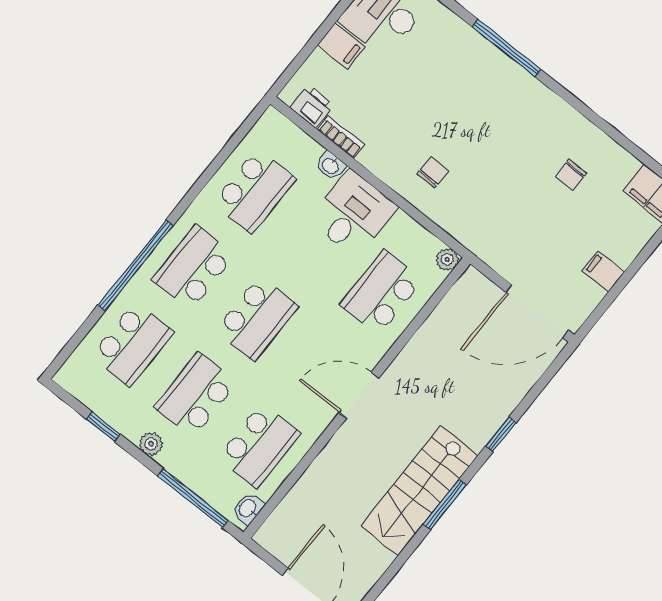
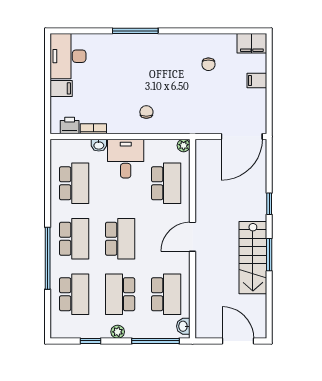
school desk: (193, 268) -> (74, 239), turned 180
filing cabinet: (603, 271) -> (257, 81), moved
school desk: (381, 292) -> (166, 183), turned 180

